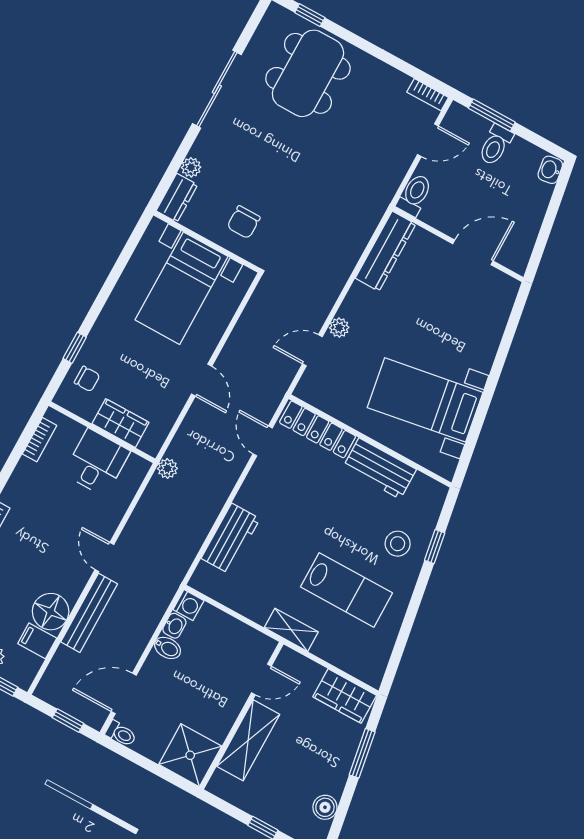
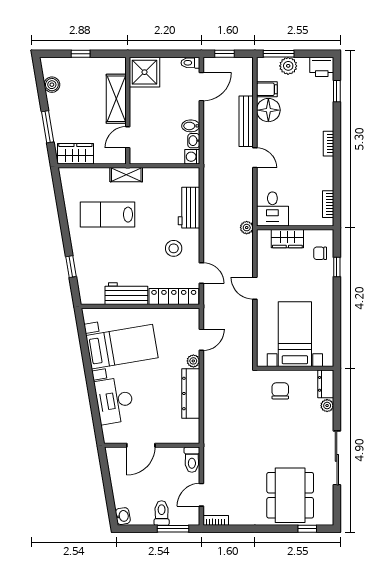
dresser: (386, 251) -> (191, 393), moved
desk: (476, 333) -> (114, 401), added
desk: (97, 463) -> (272, 209), moved
stool: (398, 544) -> (174, 248), moved

